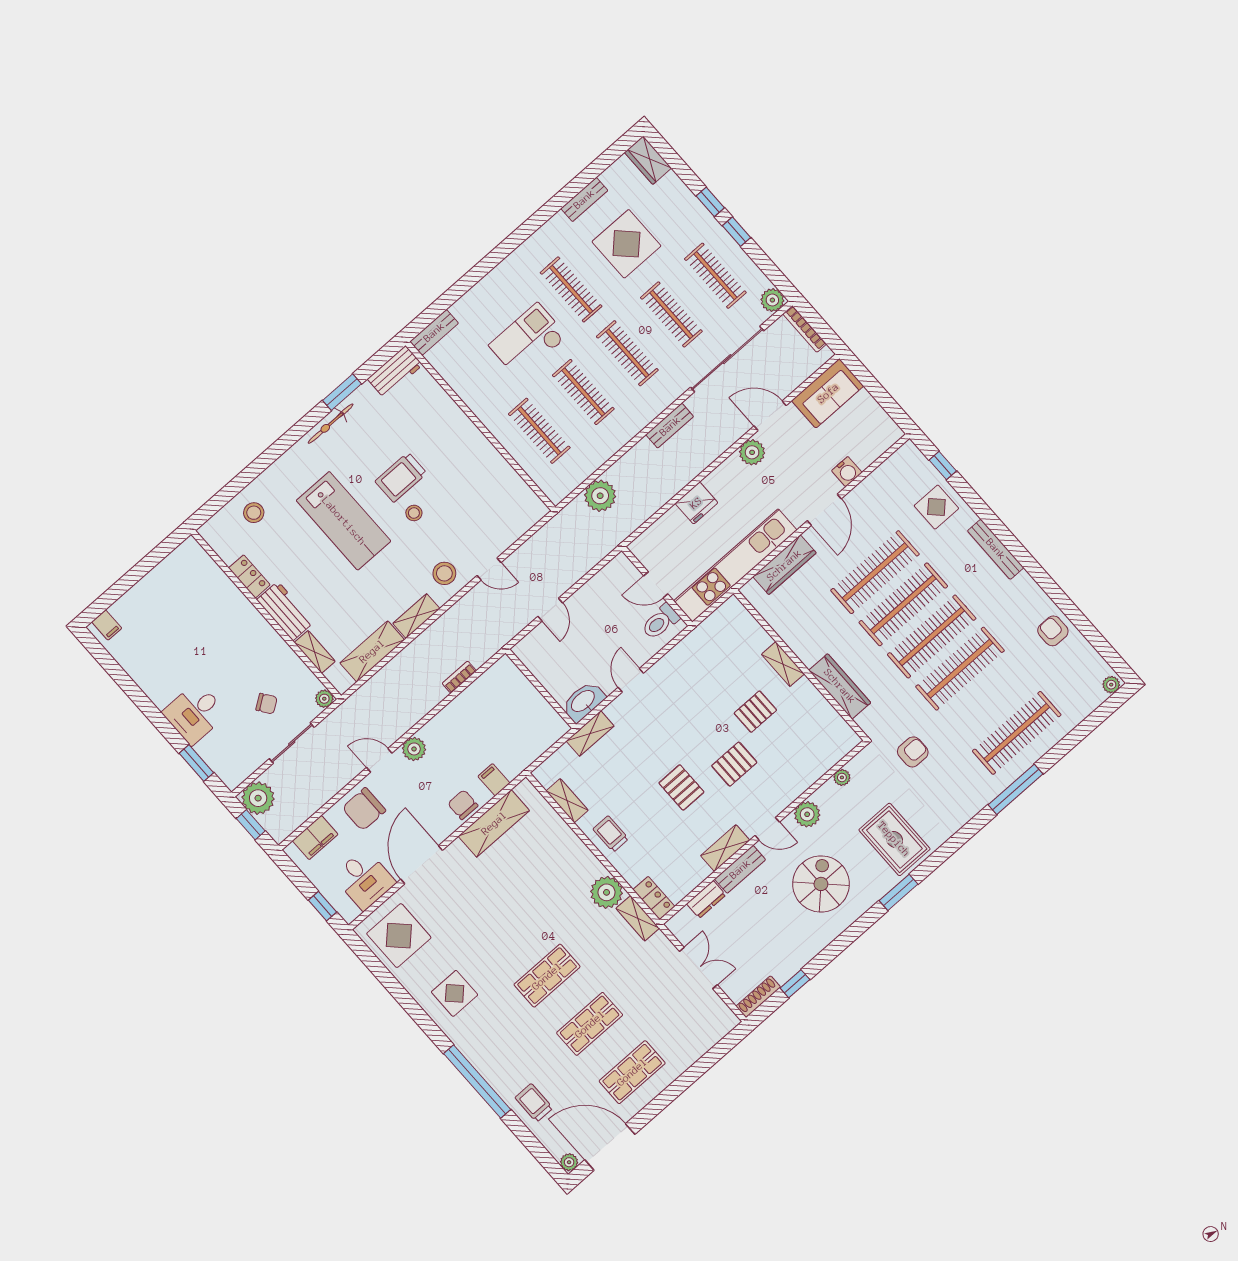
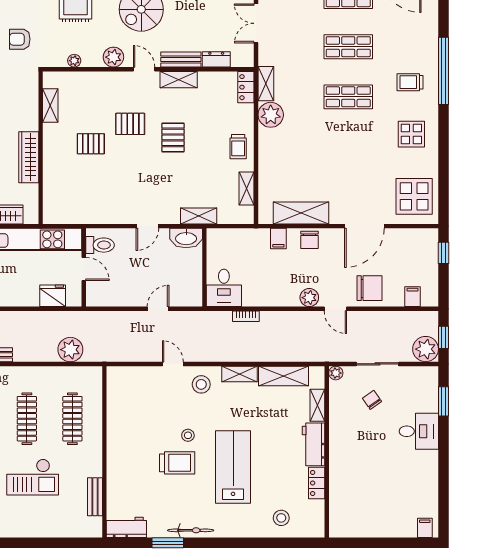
bench: (434, 332) -> (95, 497), moved, turned 90
fridge: (696, 503) -> (53, 296), moved
shelving: (783, 664) -> (50, 106), moved
wardrobe: (840, 686) -> (29, 157), moved
filing cabinet: (315, 838) -> (413, 297), width x0.50
desk: (364, 879) -> (224, 288), moved, turned 180
trolley: (534, 1103) -> (410, 82), moved, turned 90

